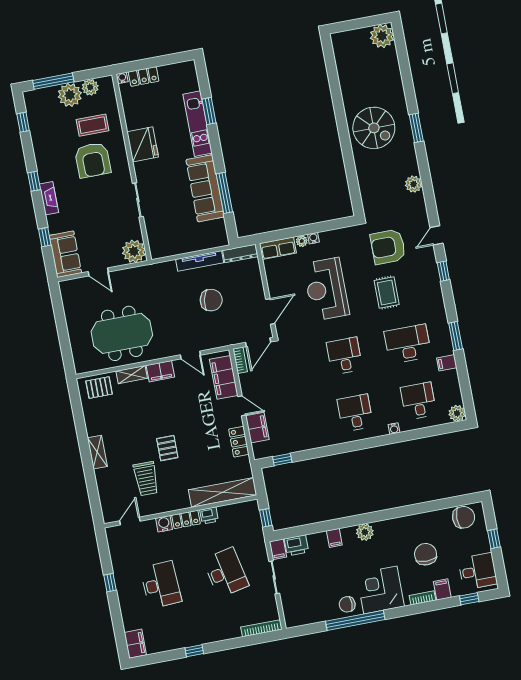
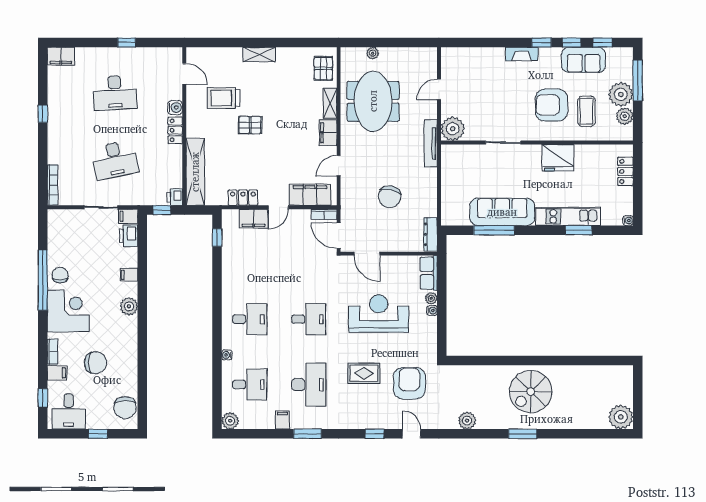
water cooler: (122, 78) -> (628, 220), moved
window: (45, 237) -> (572, 43), moved
sofa: (65, 254) -> (584, 60), moved
tv unit: (200, 261) -> (431, 144), moved
plant: (75, 343) -> (373, 53), added
printer: (209, 515) -> (175, 197), moved

